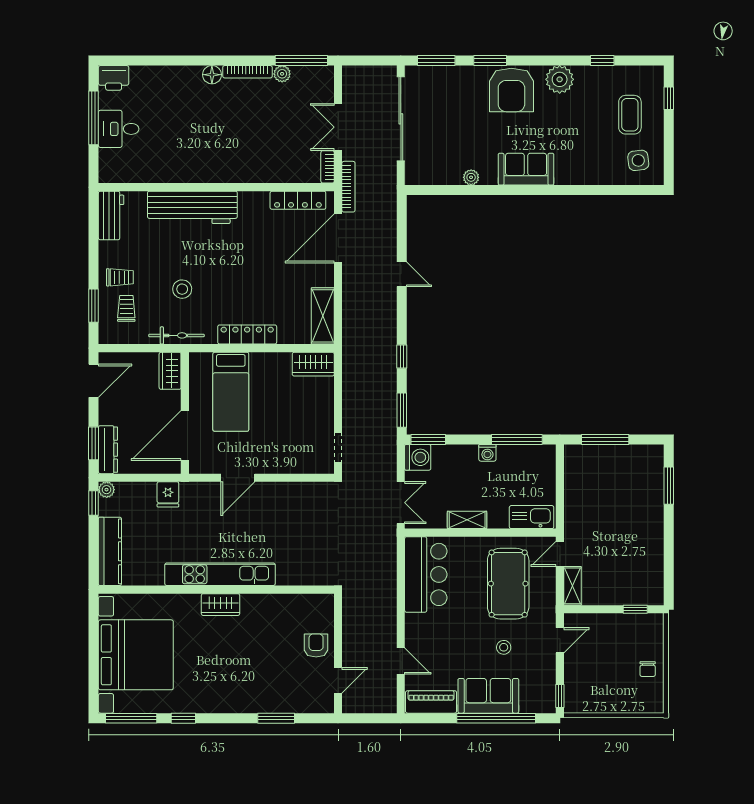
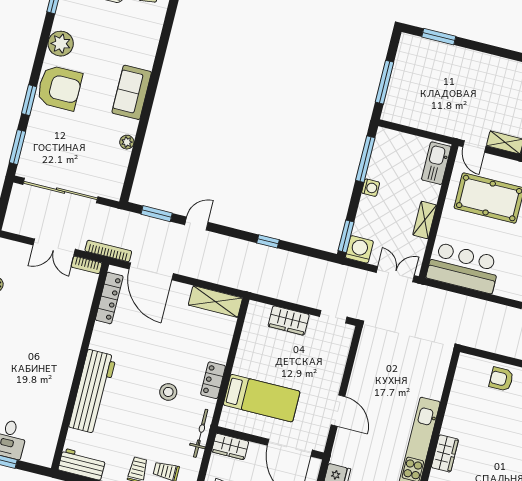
stool: (182, 289) -> (168, 392), moved
locker: (247, 334) -> (213, 380), width x0.66
wardrobe: (313, 364) -> (289, 320), moved, turned 90
window: (402, 410) -> (157, 214), moved

